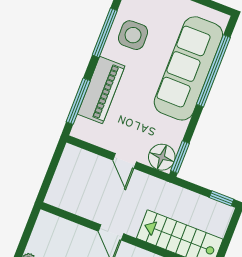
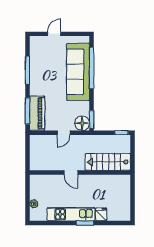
side table: (133, 35) -> (43, 66), removed
piano: (101, 90) -> (37, 113), moved
door: (125, 161) -> (64, 133), hinge flipped

